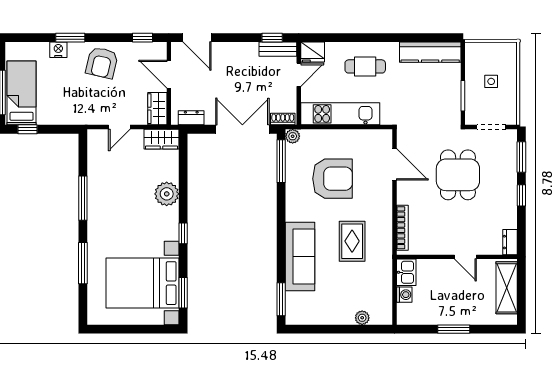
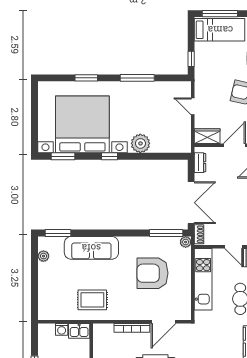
window: (27, 129) -> (191, 59), moved
wardrobe: (161, 139) -> (183, 139), removed
armchair: (332, 179) -> (152, 273), turned 90
bookcase: (402, 228) -> (132, 328), moved
rug: (352, 241) -> (92, 300), moved
window: (83, 263) -> (86, 78), width x0.69
bed with nightstands: (142, 283) -> (82, 124), width x1.36
plant: (362, 318) -> (43, 256), moved

